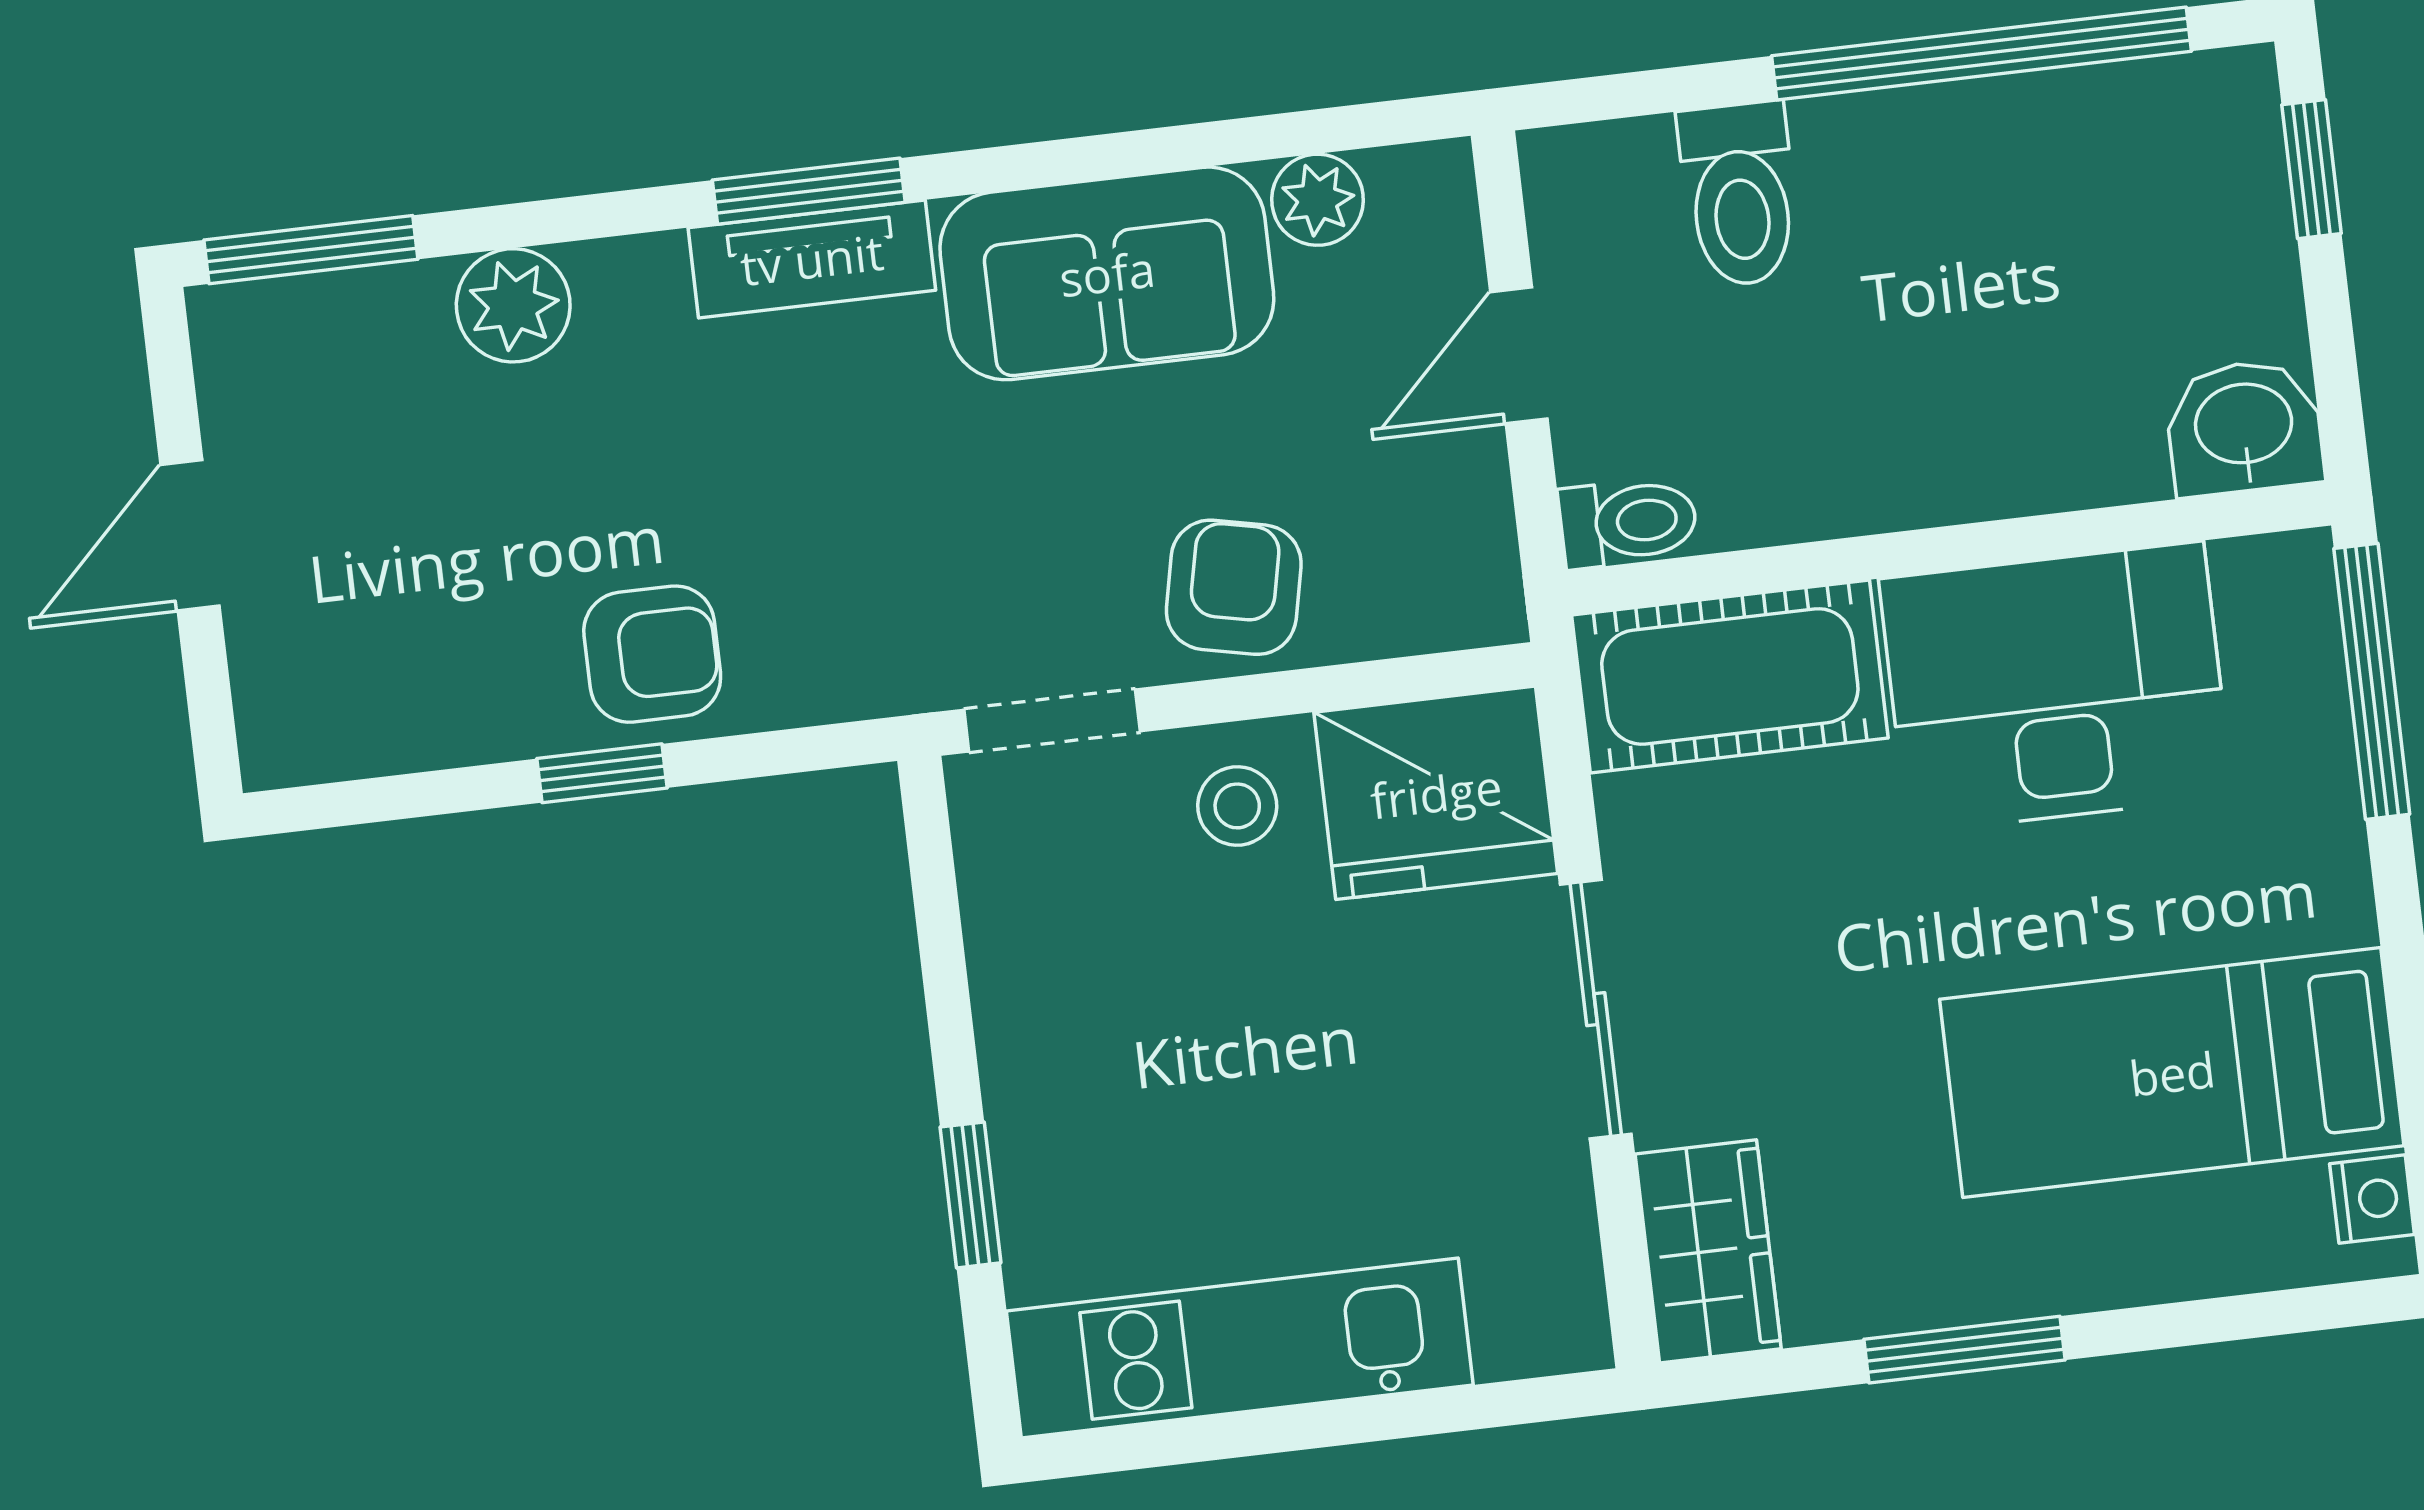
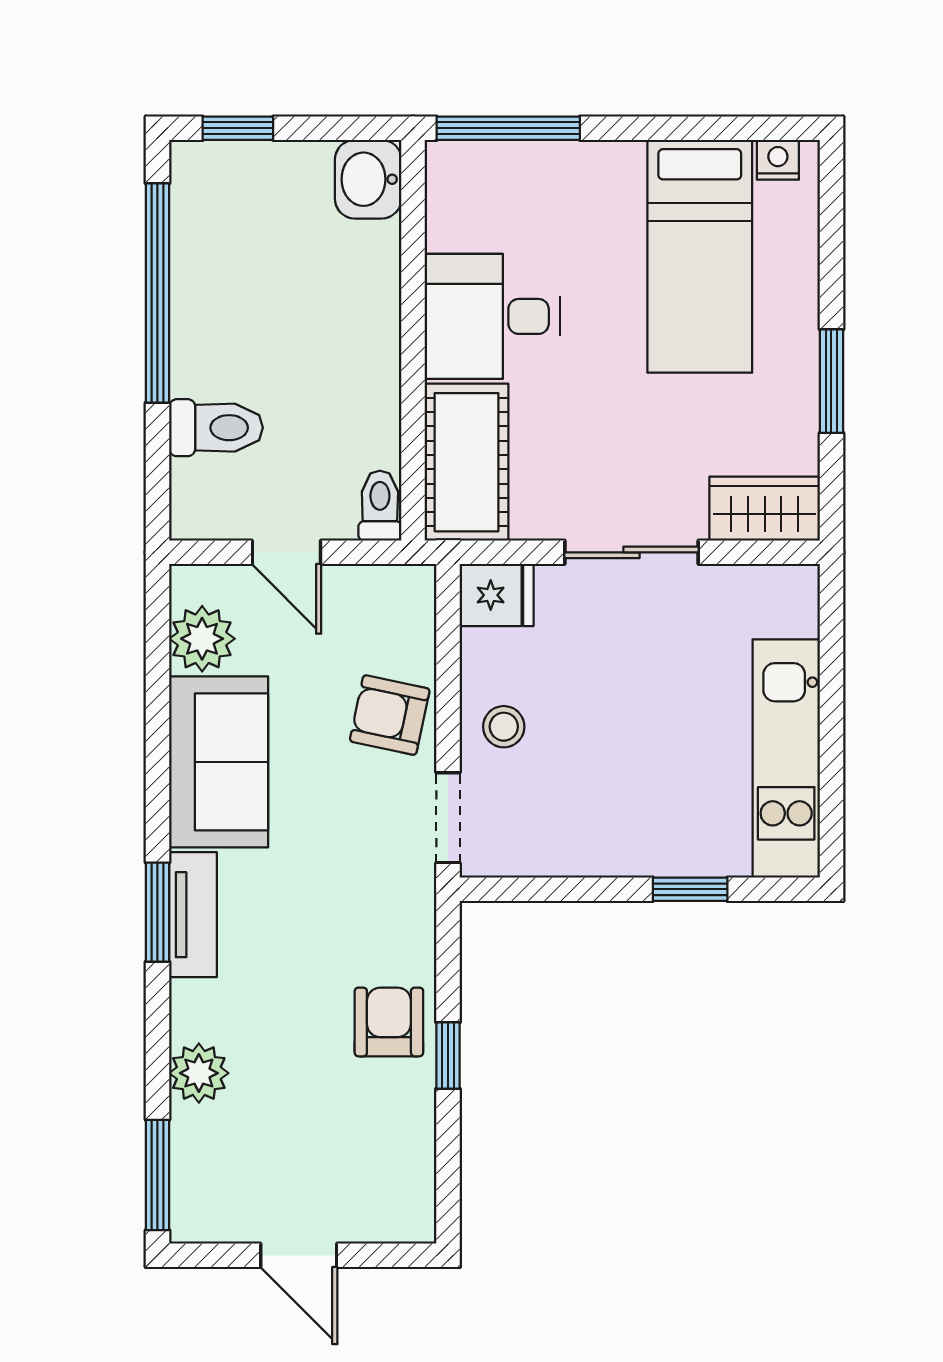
plant: (1318, 200) -> (202, 639), width x1.38, depth x1.38
desk: (2056, 687) -> (492, 316), width x0.73
fridge: (1436, 793) -> (497, 595), width x0.53, depth x0.75

